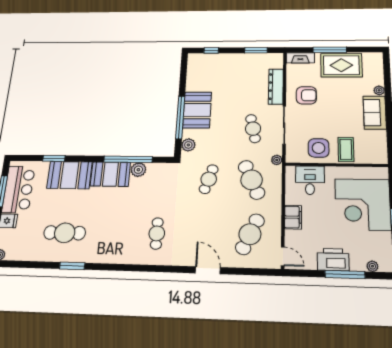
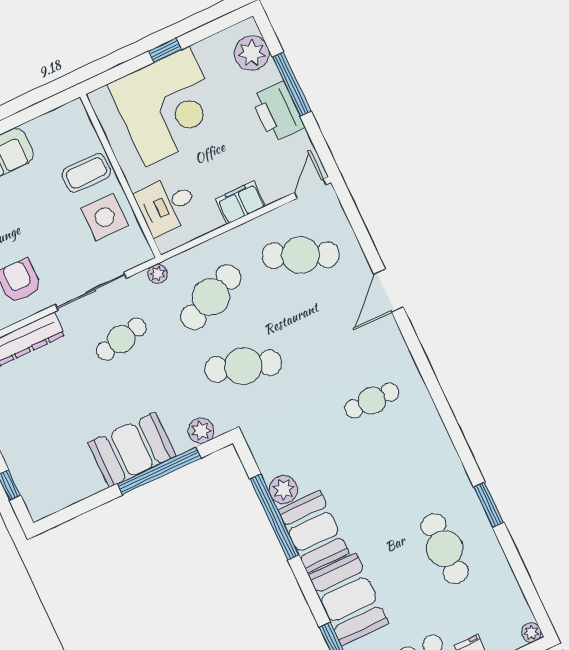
cafe table: (209, 179) -> (243, 366), width x1.37, depth x1.35
plant: (372, 266) -> (251, 53), width x1.88, depth x1.88

